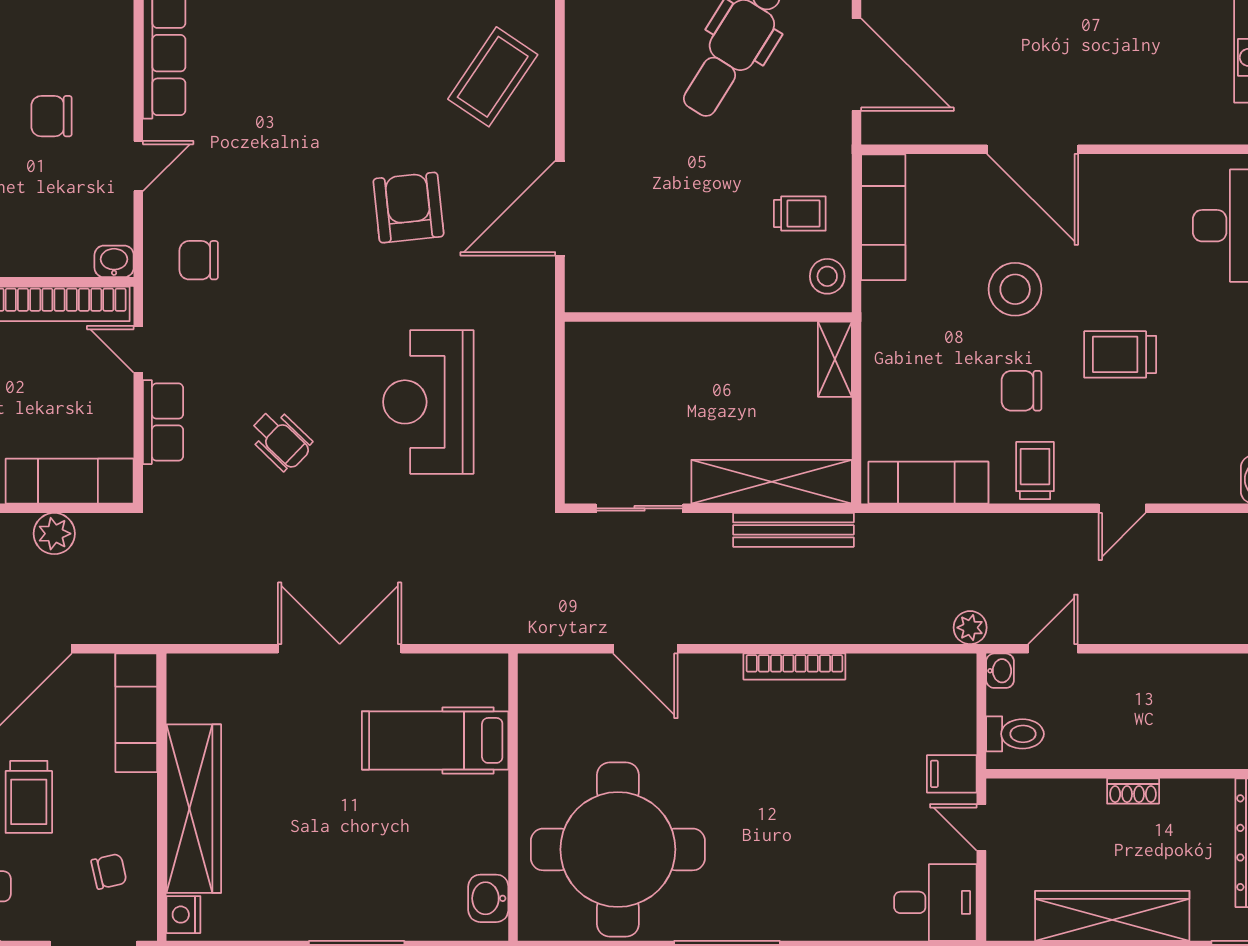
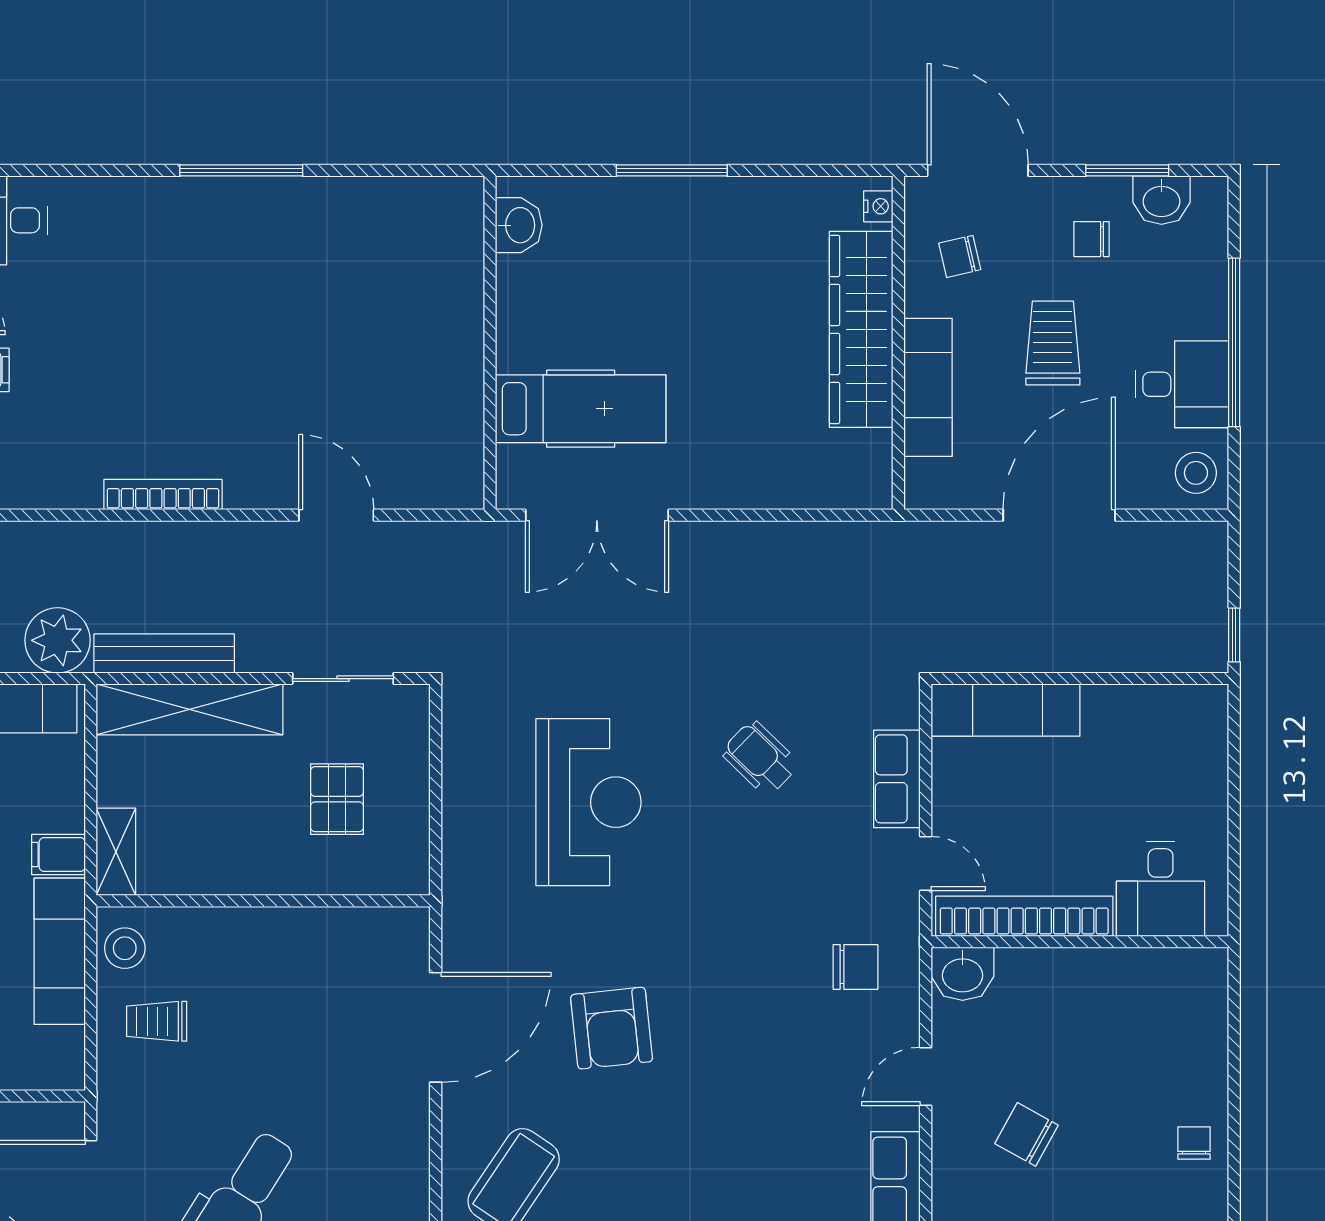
chair: (52, 116) -> (1026, 1134), turned -151
exam couch: (883, 217) -> (60, 951), moved
washbasin: (114, 261) -> (963, 974), width x1.38, depth x1.45
filing cabinet: (884, 357) -> (58, 854), added
pallet: (645, 405) -> (337, 799), added
plant: (54, 534) -> (58, 640), moved, width x1.36, depth x1.36
double door: (340, 649) -> (597, 515), moved
exam couch: (136, 713) -> (928, 387), moved
round table: (618, 849) -> (368, 282), removed
nightstand: (183, 915) -> (878, 206), width x0.72, depth x0.74

